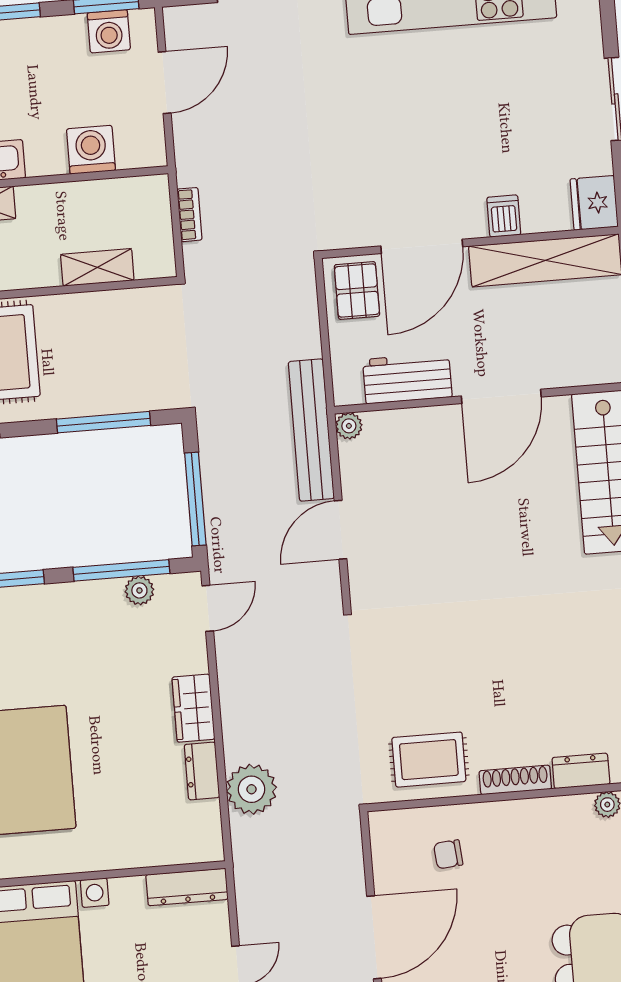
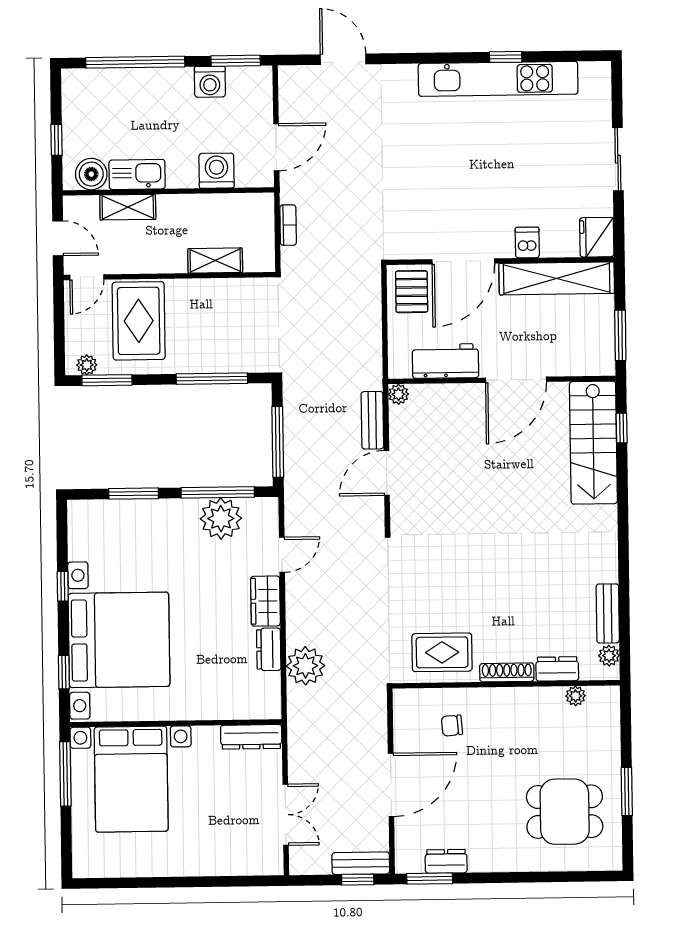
washing machine: (109, 31) -> (210, 82), moved
door: (165, 83) -> (276, 147), moved
bench: (311, 430) -> (372, 420), width x0.54, depth x0.82
plant: (139, 590) -> (221, 519), width x1.87, depth x1.87
door: (208, 608) -> (282, 555), moved

